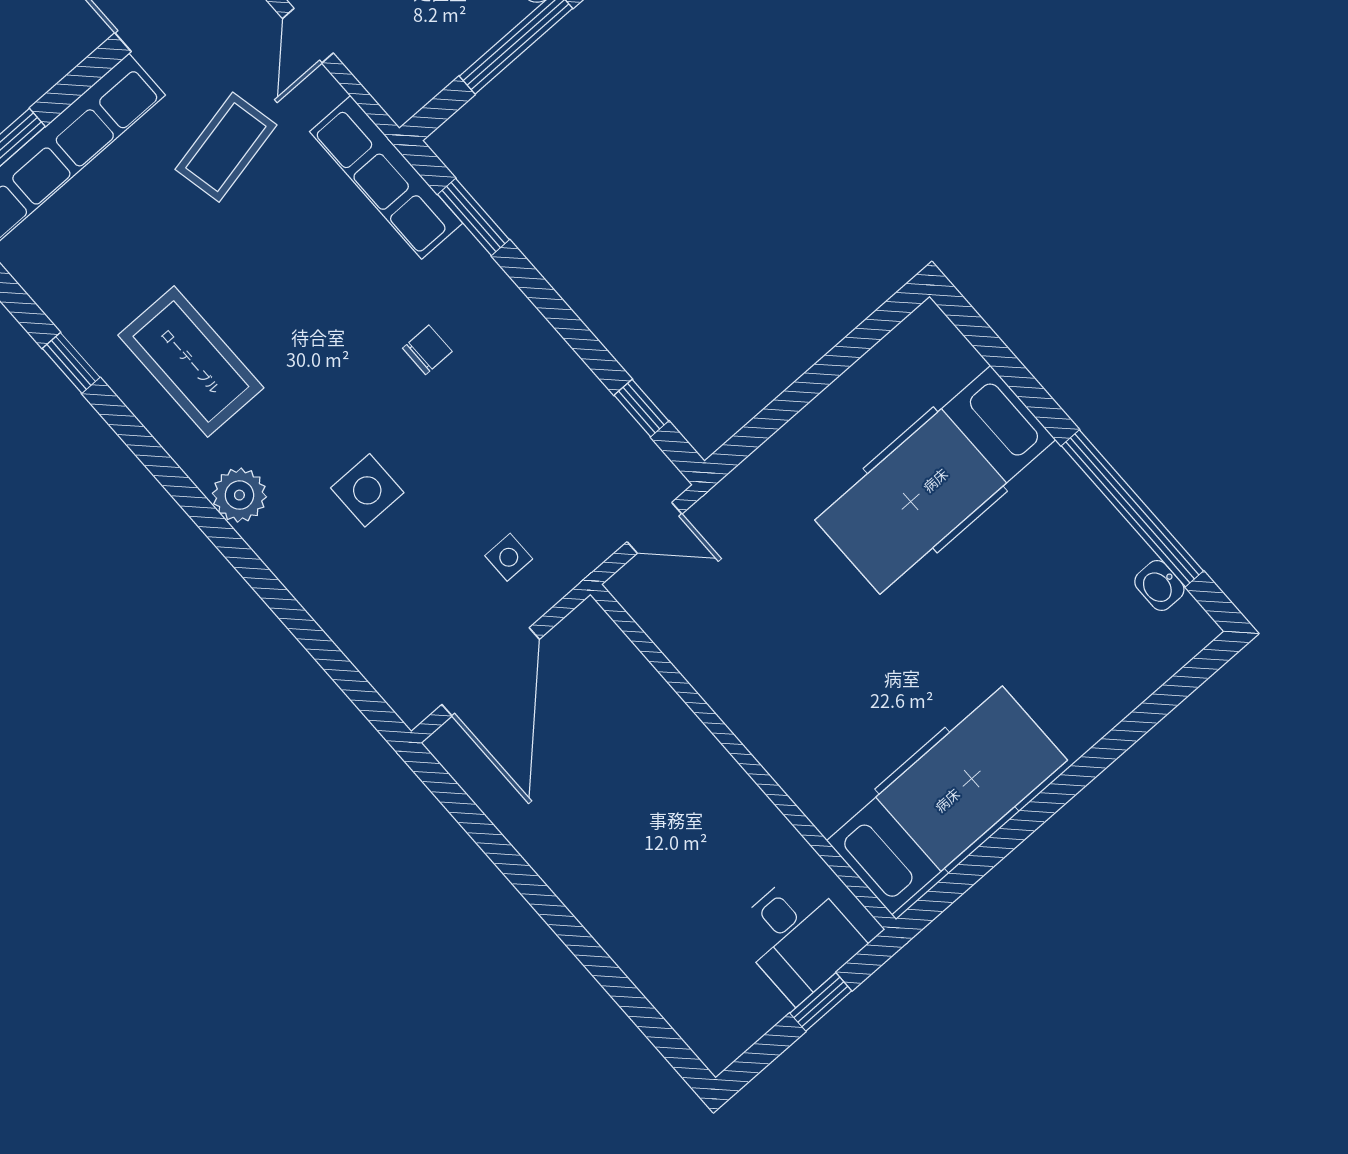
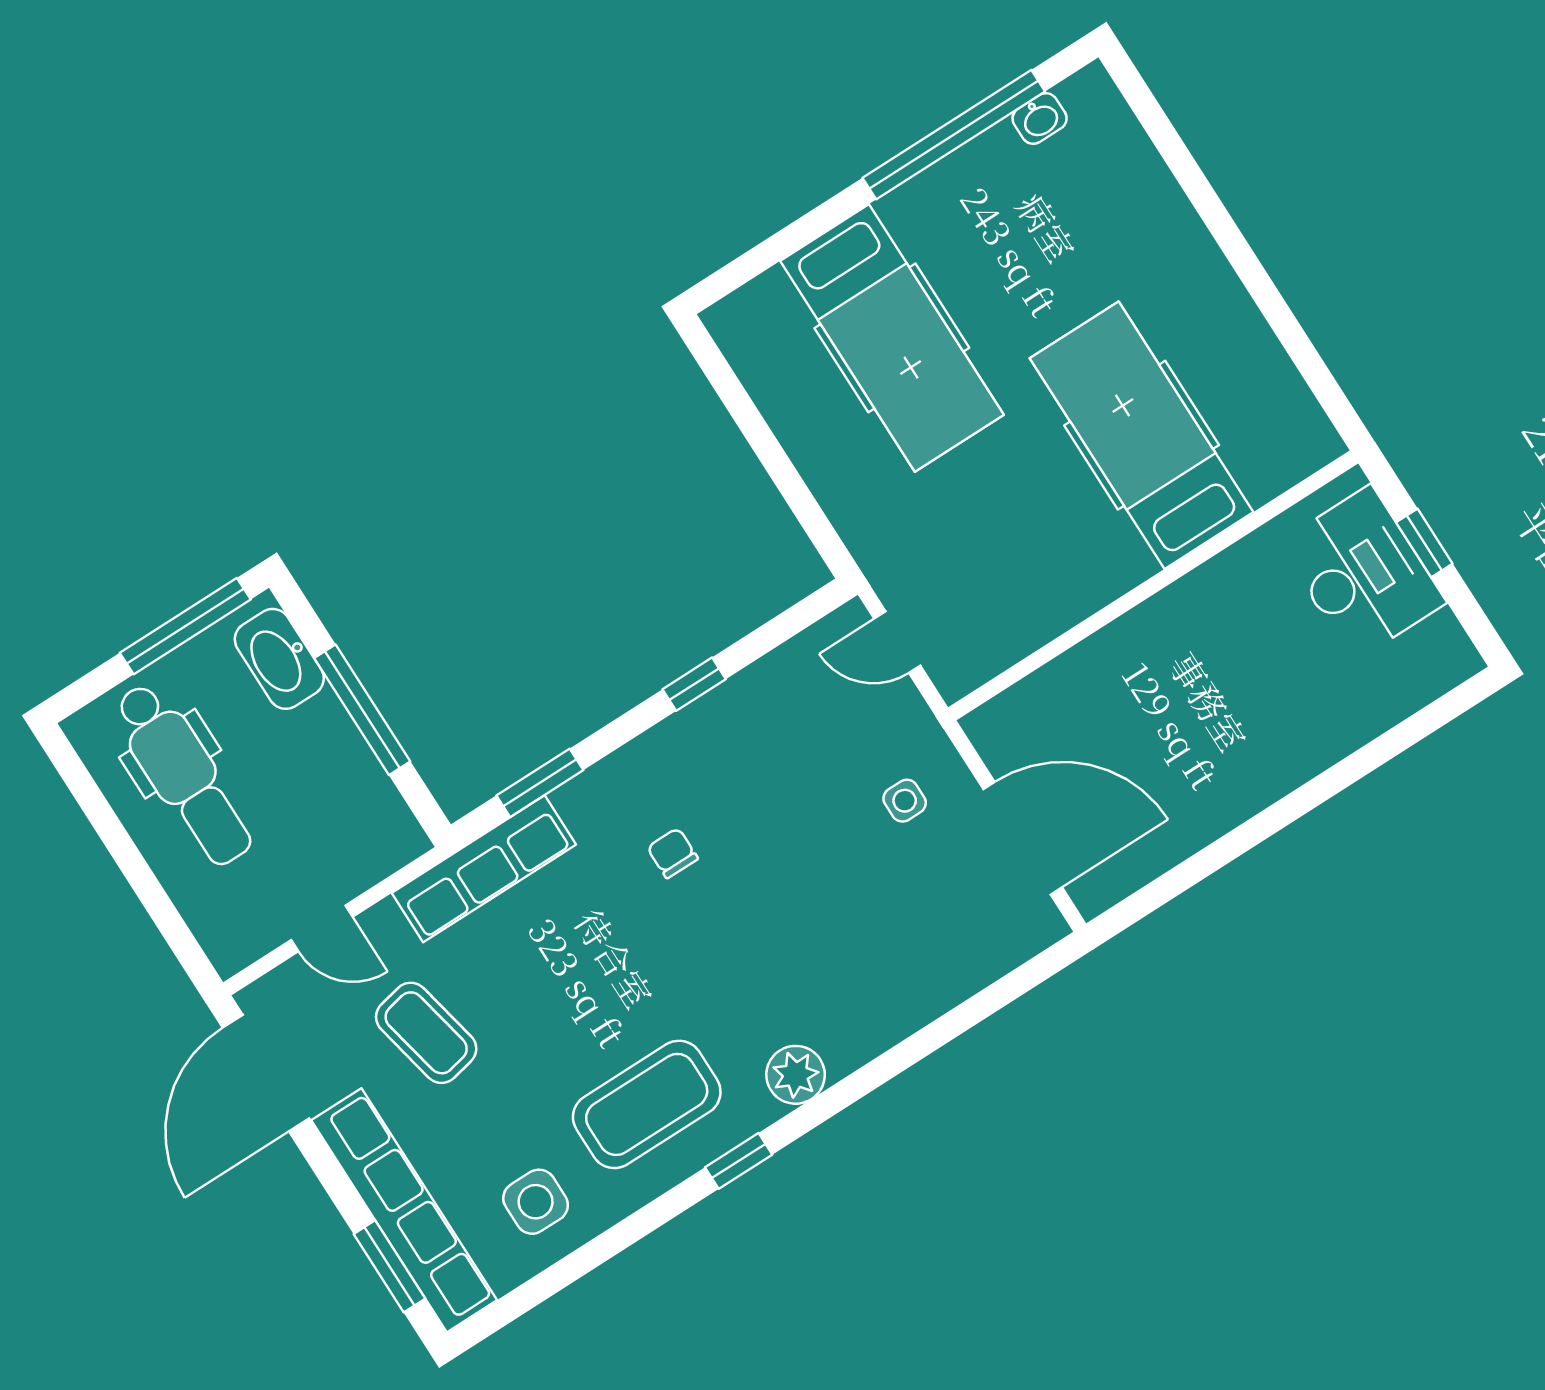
window: (71, 363) -> (739, 1161), moved
window: (641, 408) -> (694, 684), moved
side table: (367, 490) -> (536, 1202), moved
door: (654, 528) -> (897, 642), swing flipped
hospital bed: (947, 800) -> (1142, 435), moved
desk: (798, 937) -> (1362, 573), width x1.37

